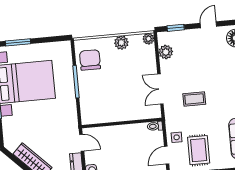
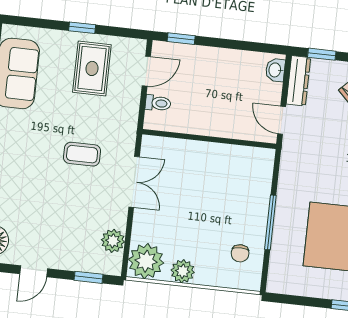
plant: (148, 39) -> (146, 261), width x1.88, depth x1.88
chair: (90, 60) -> (240, 253), width x0.54, depth x0.54
toilet: (155, 126) -> (158, 103), moved
side table: (177, 137) -> (124, 97), removed

